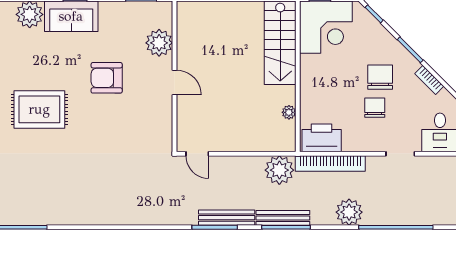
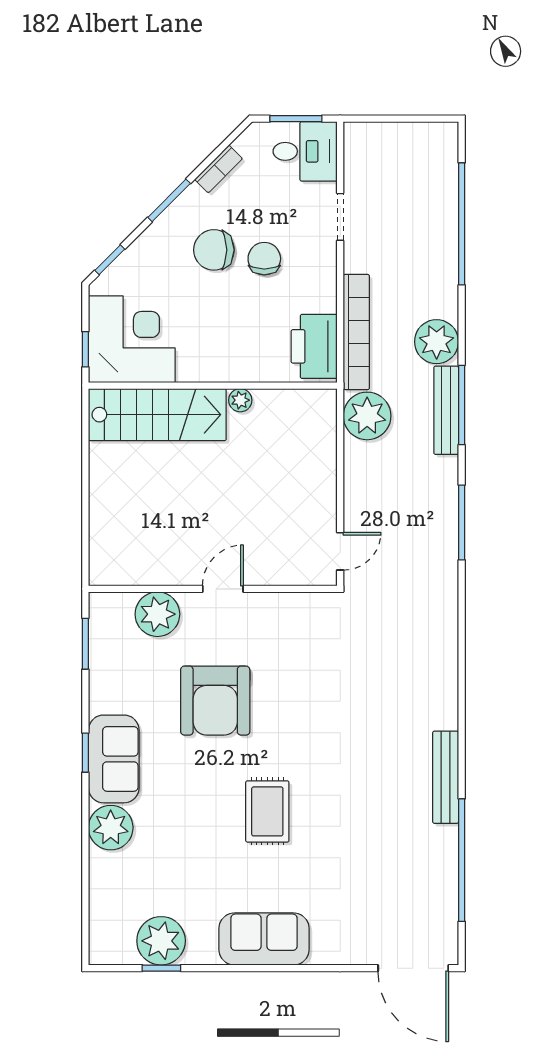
armchair: (107, 78) -> (215, 701), width x1.36, depth x1.36
chair: (375, 108) -> (264, 259), turned 90
rug: (39, 109) -> (267, 811), width x0.73, depth x0.70
plant: (289, 112) -> (240, 400), moved
plant: (349, 212) -> (437, 342), moved
bench: (227, 218) -> (446, 777), moved

